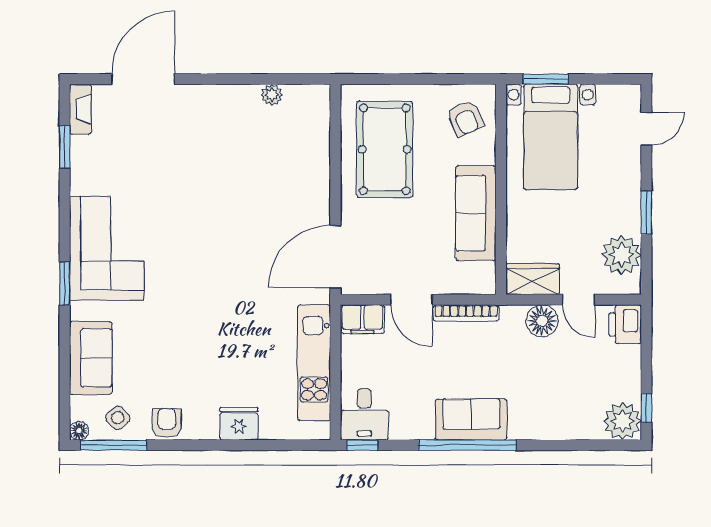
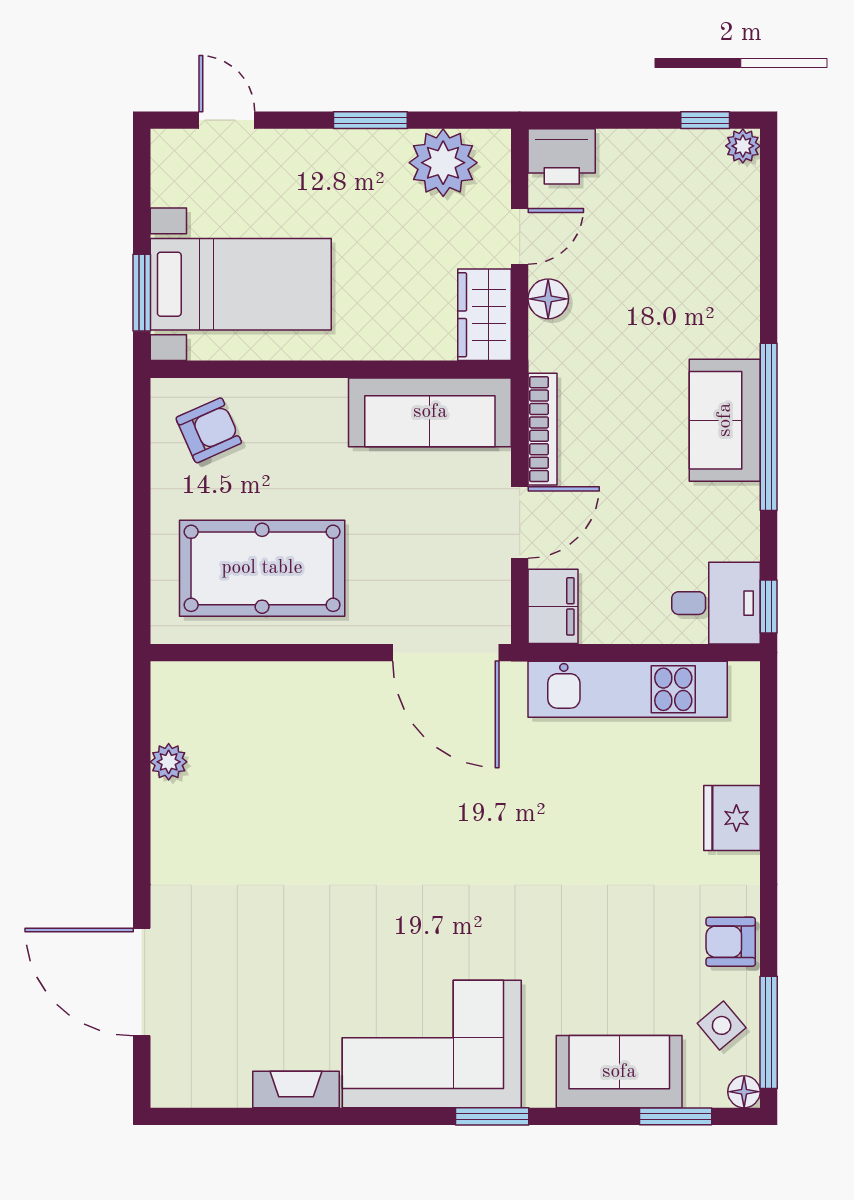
fireplace: (80, 109) -> (296, 1089), moved
window: (65, 147) -> (676, 1116), moved
sofa: (476, 213) -> (430, 412), moved
floor lamp: (542, 321) -> (548, 299), width x0.73, depth x0.73
plant: (623, 421) -> (743, 146), width x0.53, depth x0.53

